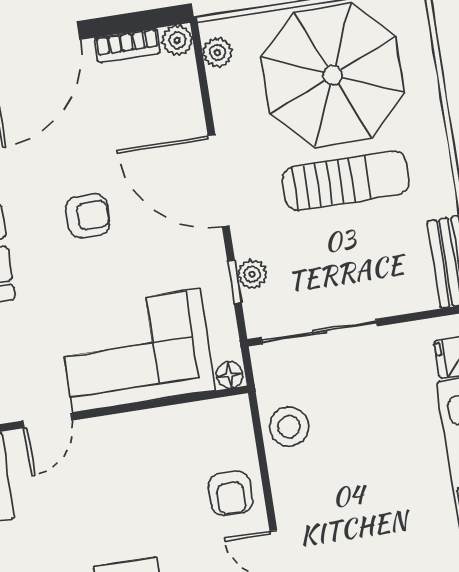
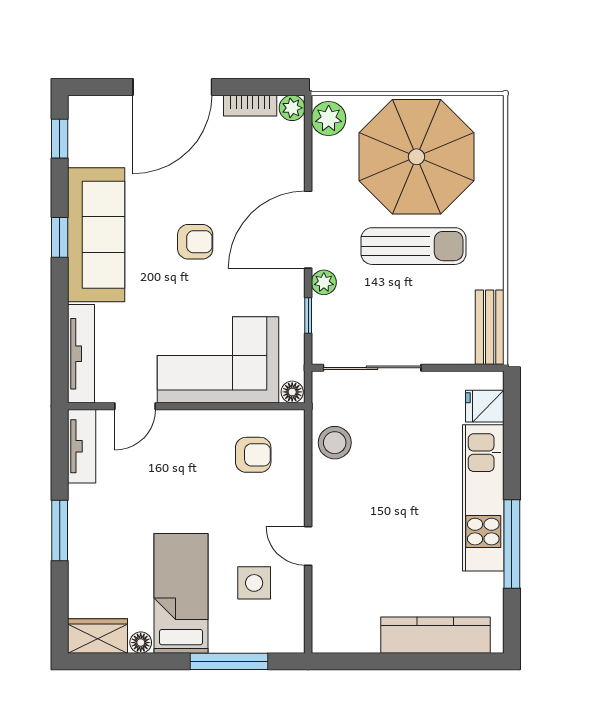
plant: (217, 52) -> (329, 119), width x1.38, depth x1.38
door: (219, 181) -> (308, 230), hinge flipped
plant: (252, 274) -> (324, 282), moved
armchair: (231, 493) -> (253, 455), moved, turned -90

